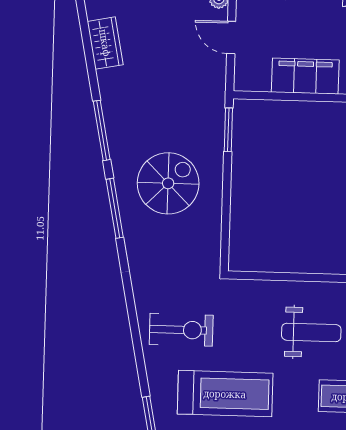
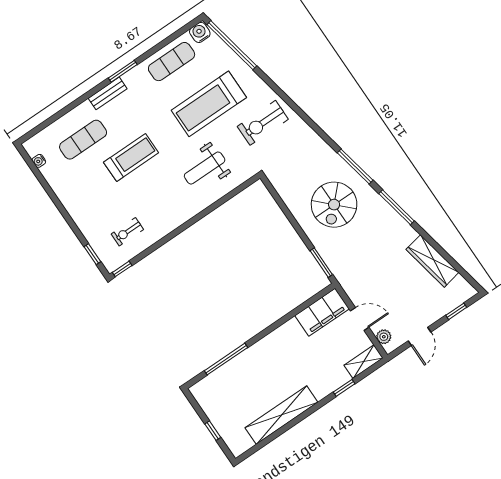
wardrobe: (105, 43) -> (432, 261), width x1.50
filing cabinet: (305, 76) -> (322, 312), moved
weight bench: (311, 332) -> (205, 168), moved

